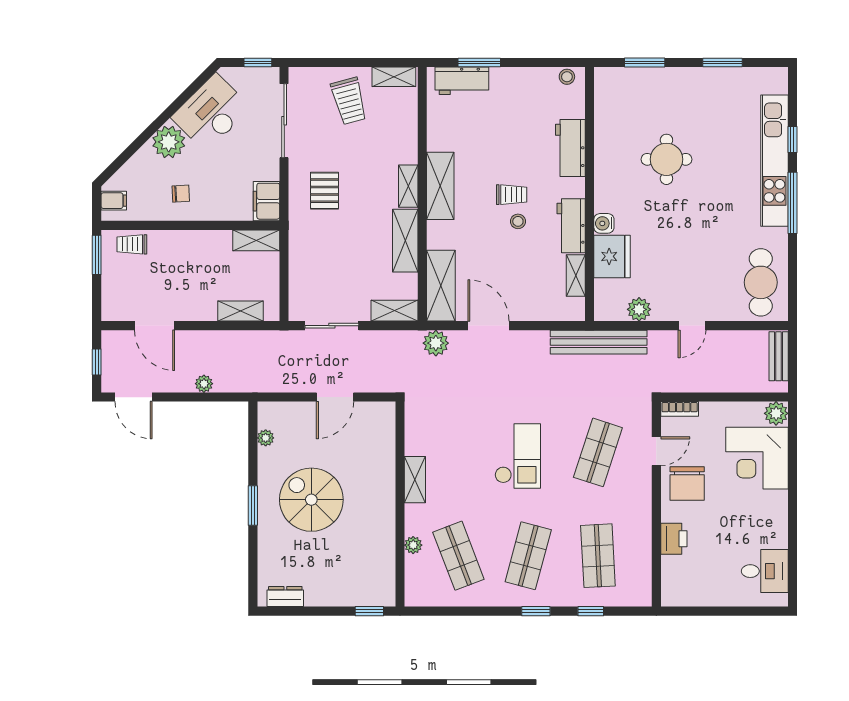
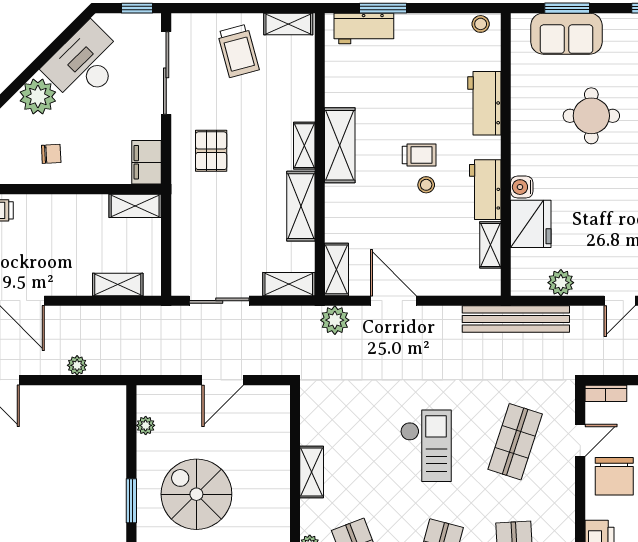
sofa: (644, 85) -> (566, 34), added
shelving: (441, 286) -> (337, 269), width x0.67, depth x0.75

